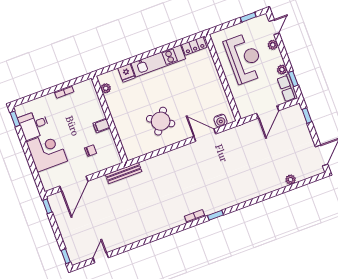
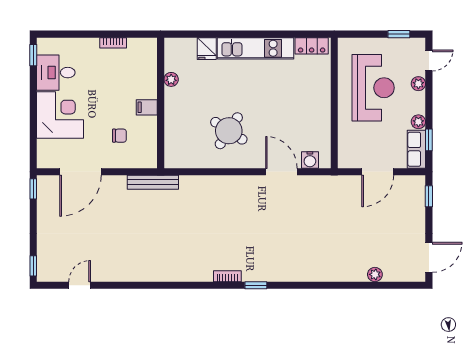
plant: (106, 88) -> (171, 79), moved

